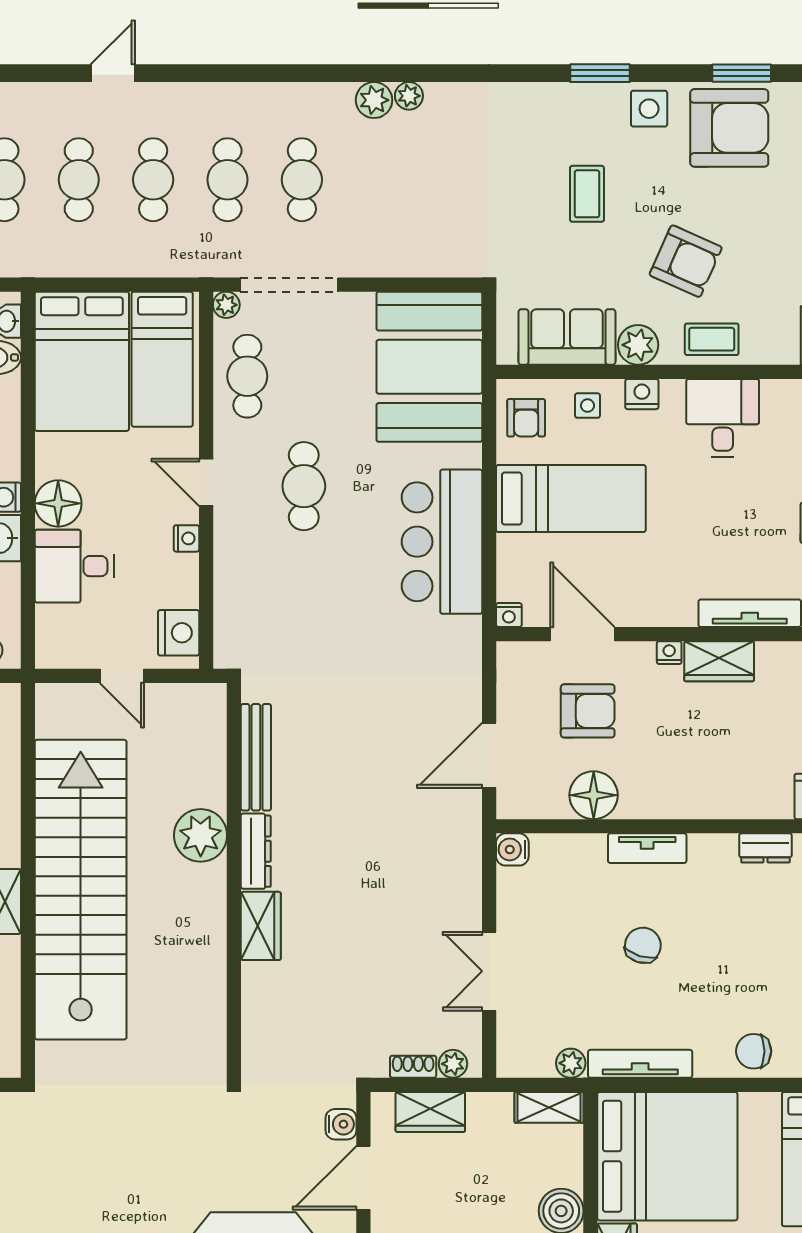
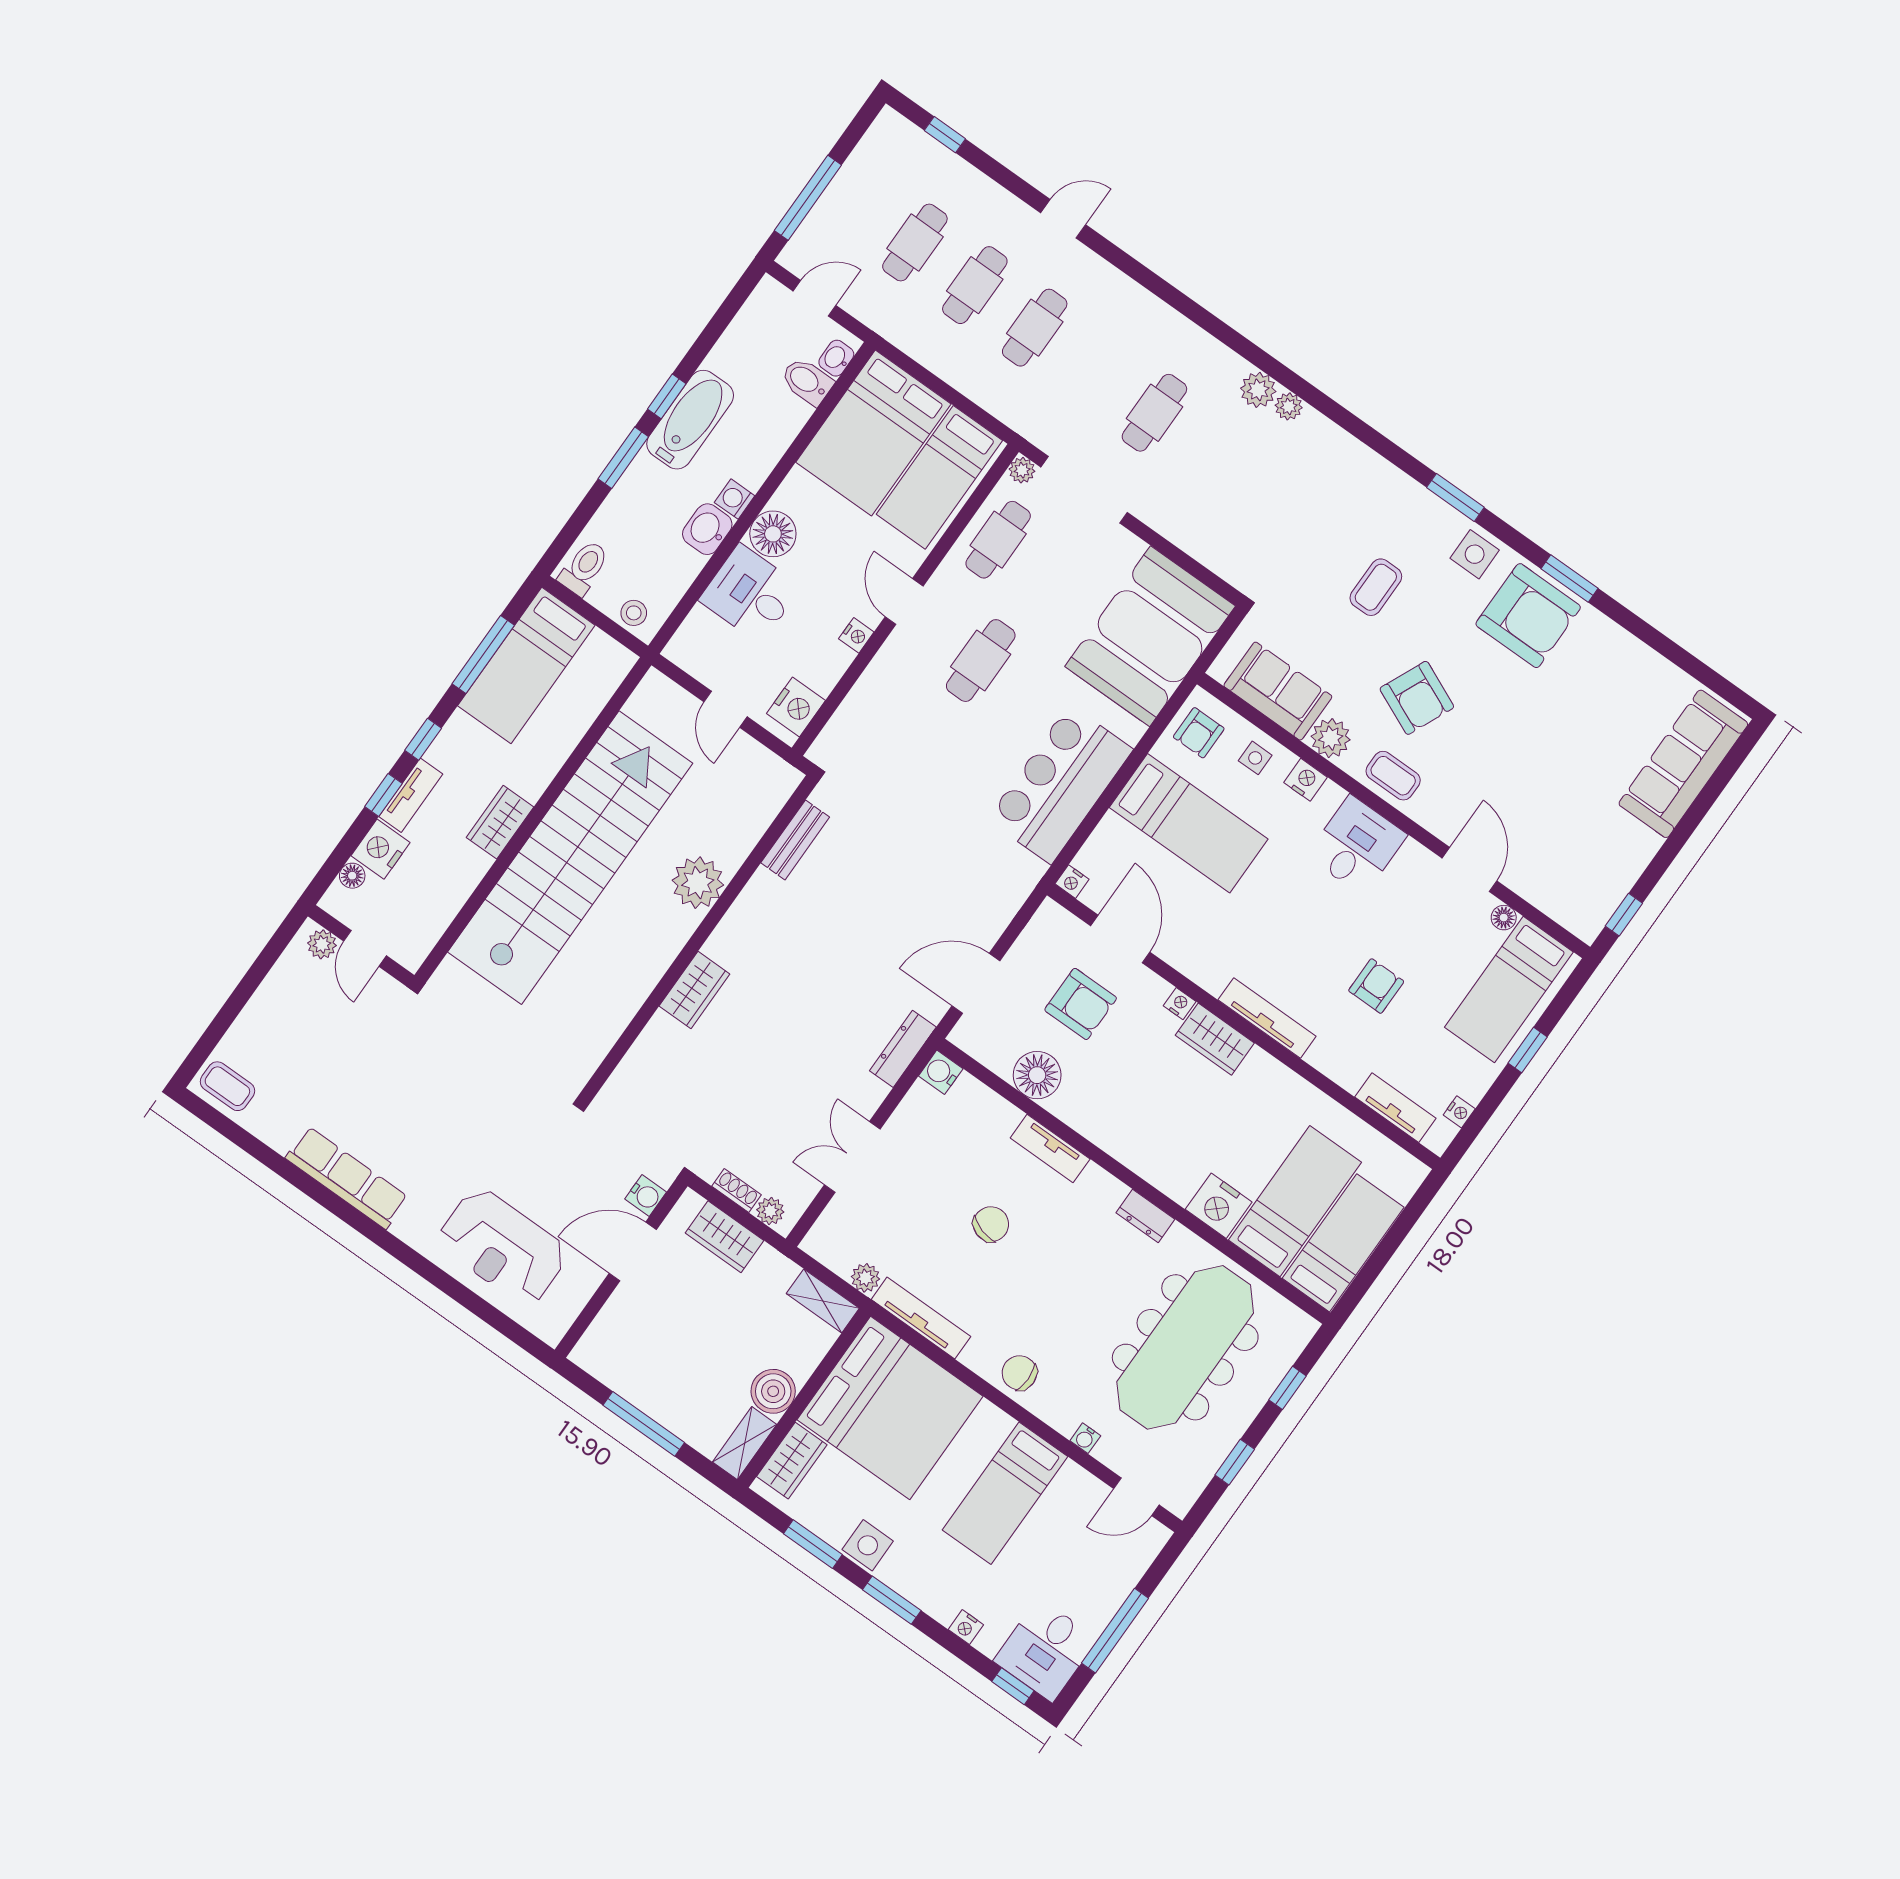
cafe table: (227, 180) -> (1095, 370), removed
bench: (256, 757) -> (795, 840), width x0.73
dresser: (256, 851) -> (903, 1049), moved, turned 180

